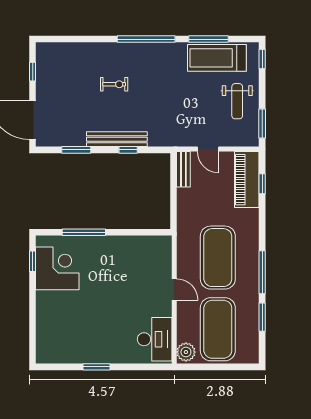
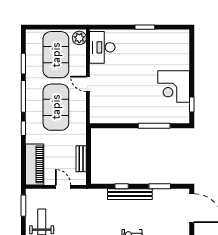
bench: (183, 169) -> (81, 159), moved
window: (262, 184) -> (23, 128), moved
corner desk: (57, 268) -> (174, 86), moved

